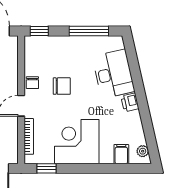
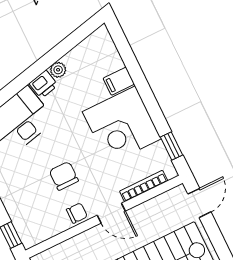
plant: (143, 151) -> (58, 70), moved
filing cabinet: (121, 154) -> (119, 81), moved

